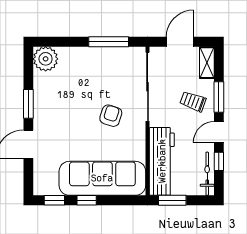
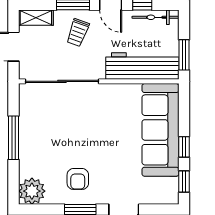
window: (109, 42) -> (14, 138), moved
armchair: (111, 116) -> (78, 179), moved, turned -108

